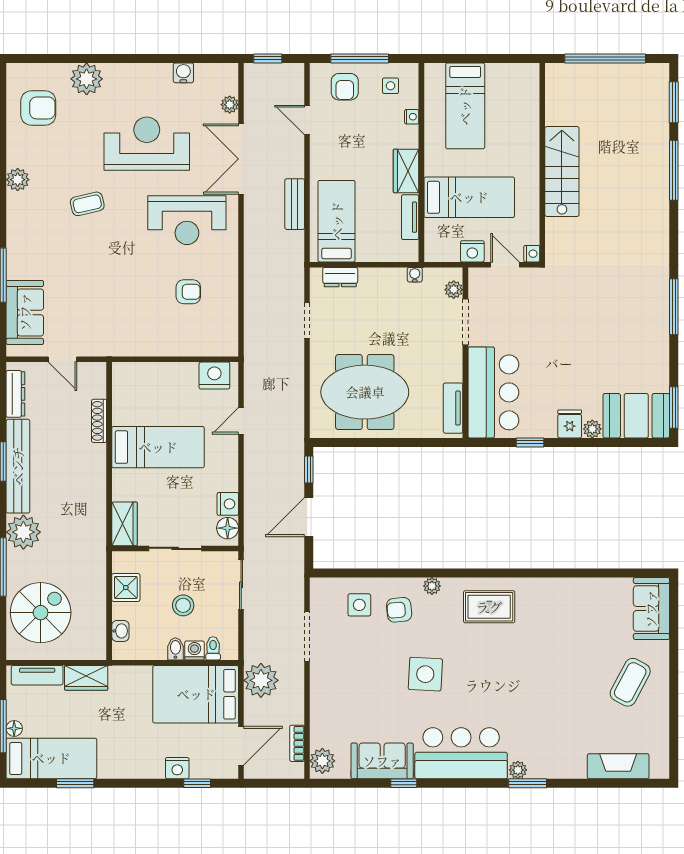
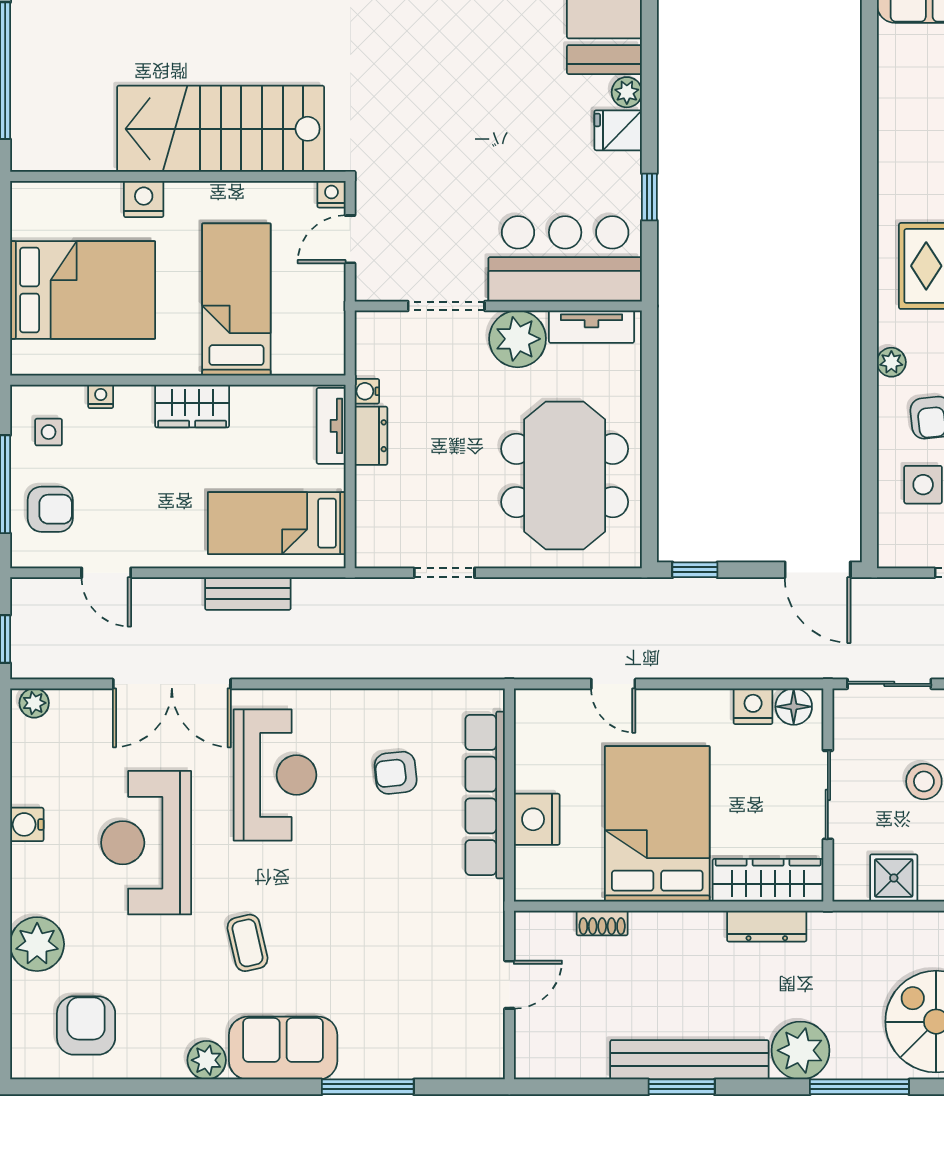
water cooler: (183, 73) -> (27, 824), moved
plant: (230, 105) -> (34, 703), moved
bed: (465, 106) -> (83, 290), width x1.50
door: (307, 120) -> (106, 573), hinge flipped
stairs: (562, 171) -> (221, 129), width x1.36, depth x1.51
tv unit: (410, 217) -> (331, 426), moved, turned 90
nightstand: (472, 251) -> (144, 199), moved, turned -90
dresser: (340, 277) -> (371, 436), moved
plant: (454, 290) -> (518, 339), moved, width x1.87, depth x1.87
armchair: (188, 292) -> (396, 773), turned -96
sofa: (25, 312) -> (283, 1048), moved
row of seats: (175, 345) -> (485, 795), added
nightstand: (214, 376) -> (537, 819), moved
dresser: (15, 394) -> (767, 926), moved, turned 180
shoe rack: (99, 421) -> (602, 923), width x0.70
bed: (158, 447) -> (657, 824), width x1.50
door: (309, 517) -> (818, 570), moved
wardrobe: (124, 524) -> (768, 880), width x1.50

